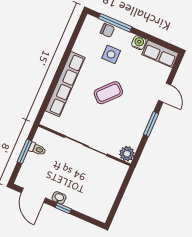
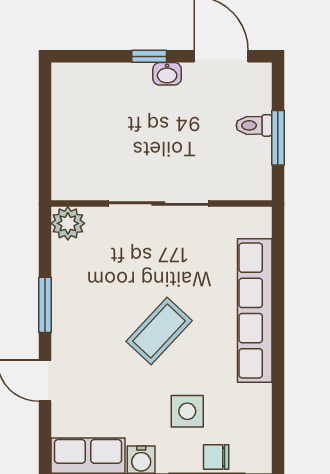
toilet: (37, 149) -> (254, 125), moved

